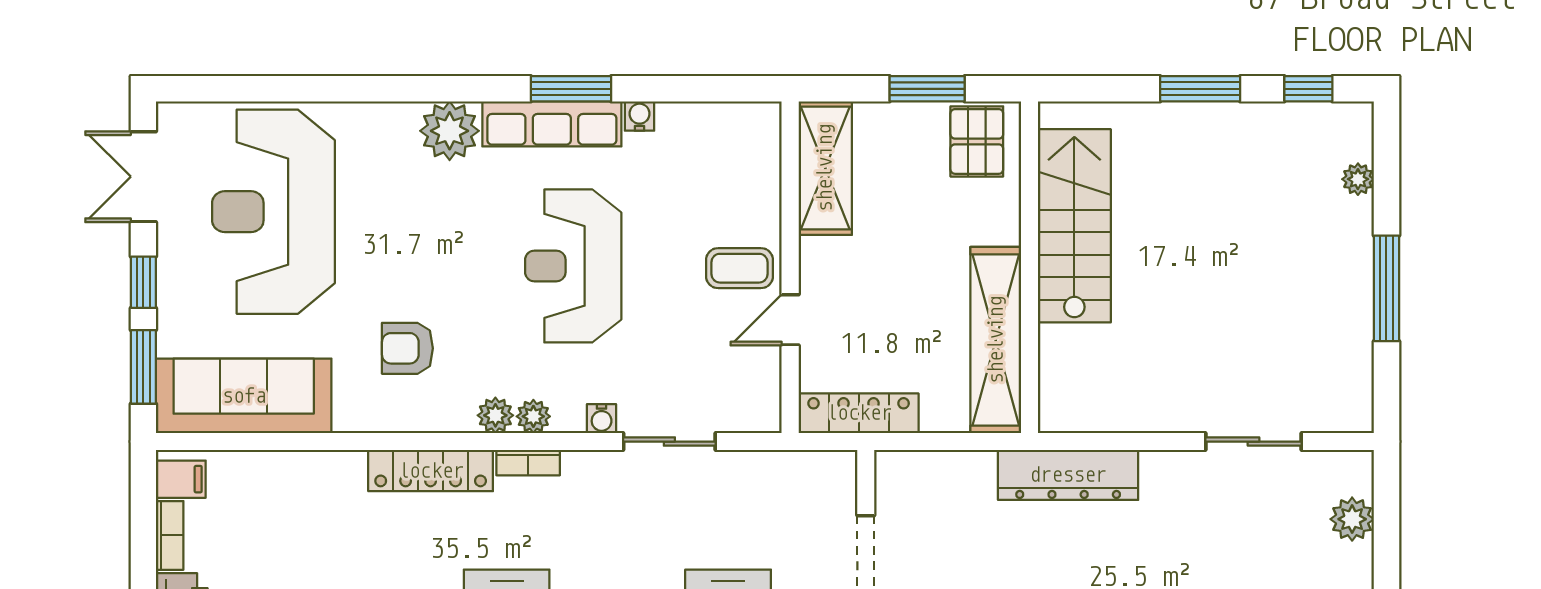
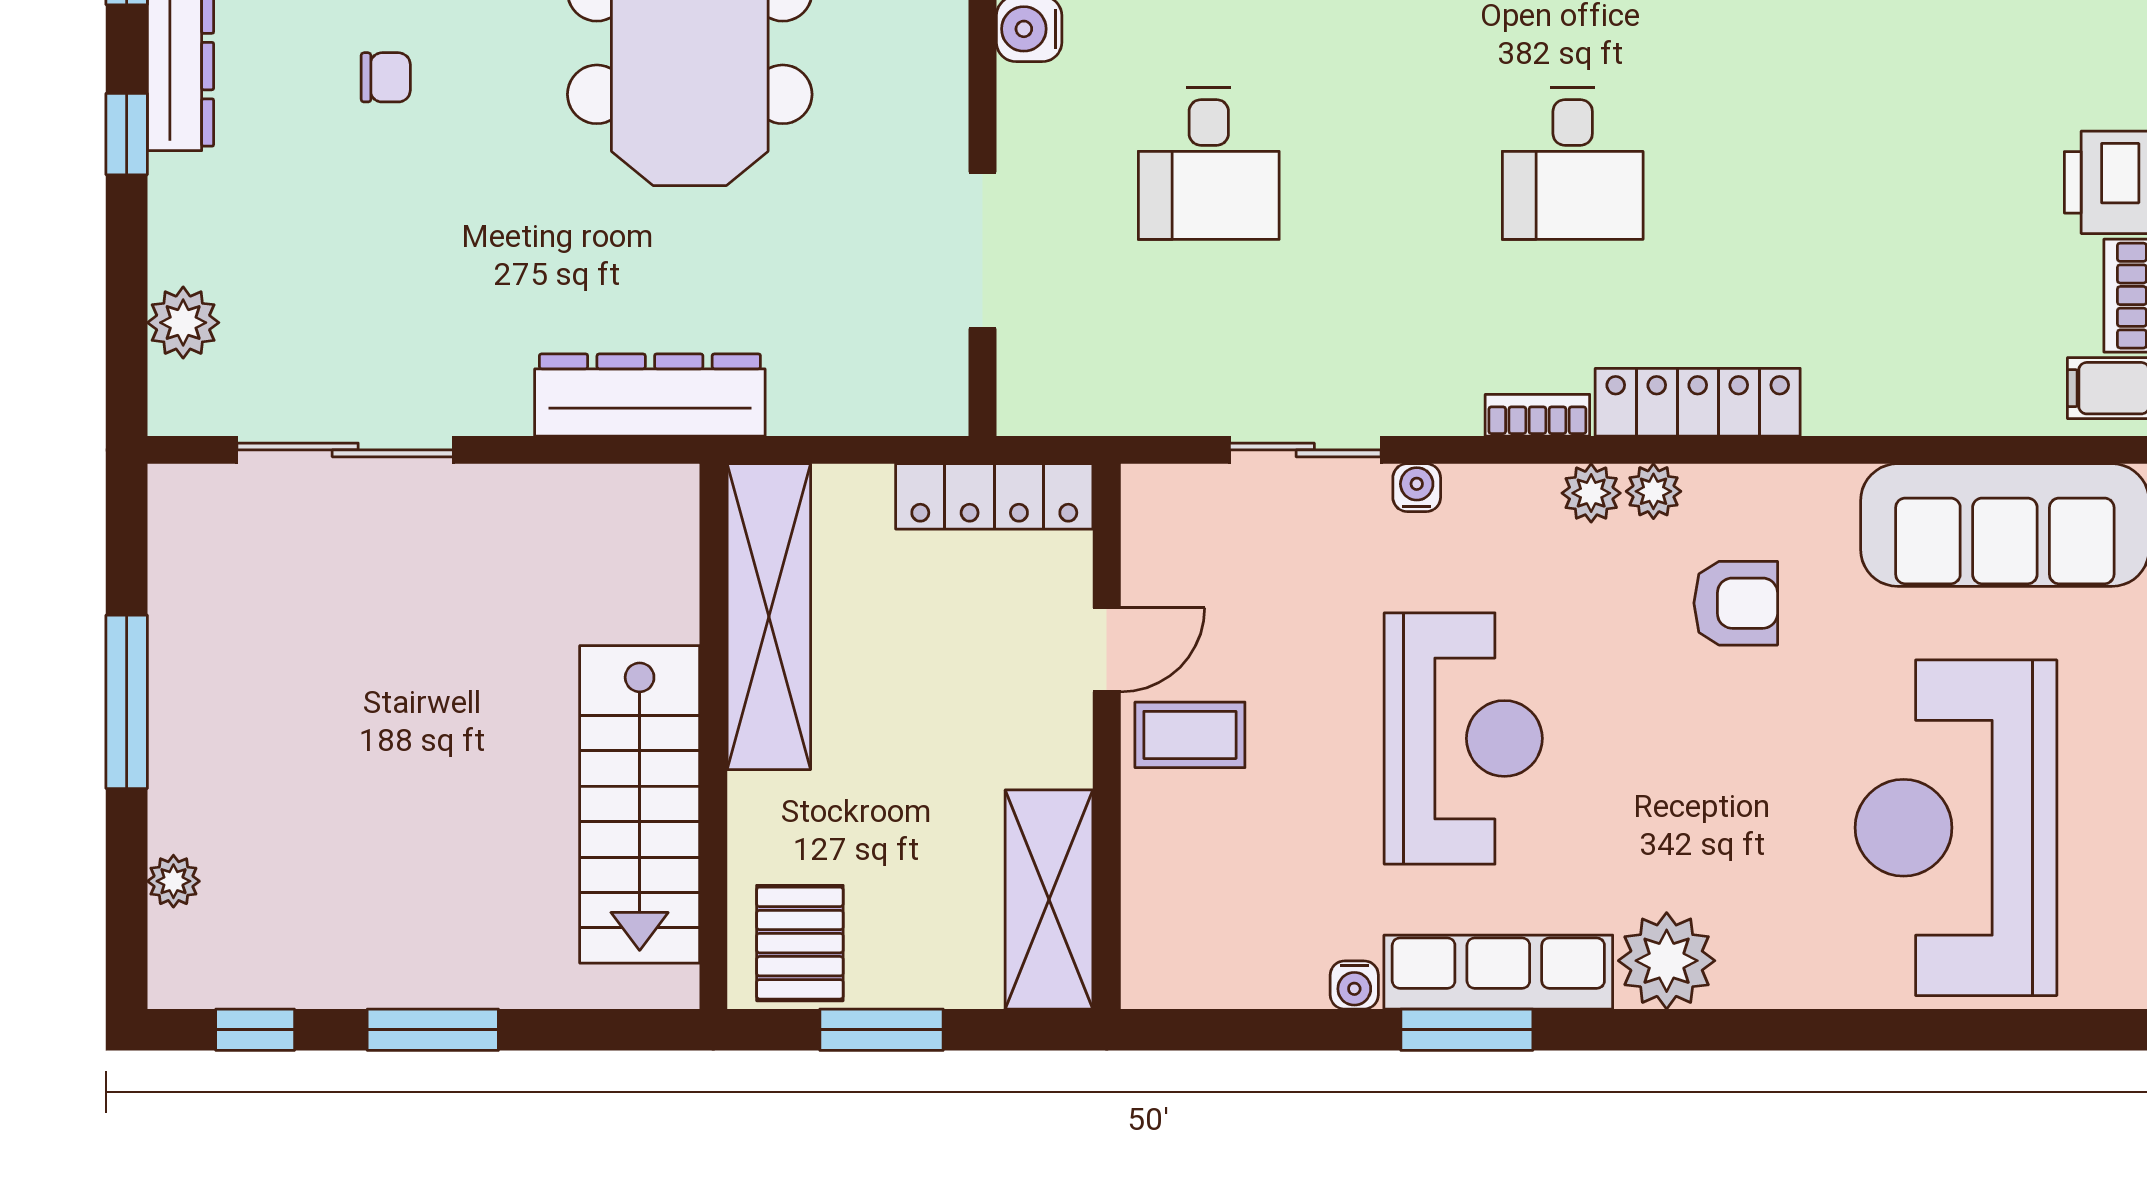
reception desk: (273, 212) -> (1956, 828), turned 180
plant: (533, 416) -> (1653, 491), moved
sliding door: (1253, 442) -> (345, 450), width x1.37

